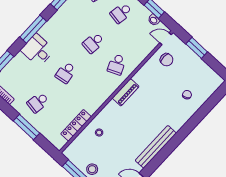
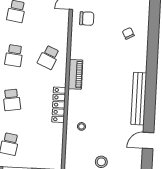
school desk: (117, 64) -> (49, 57), turned 48
locker: (76, 125) -> (59, 105), moved

